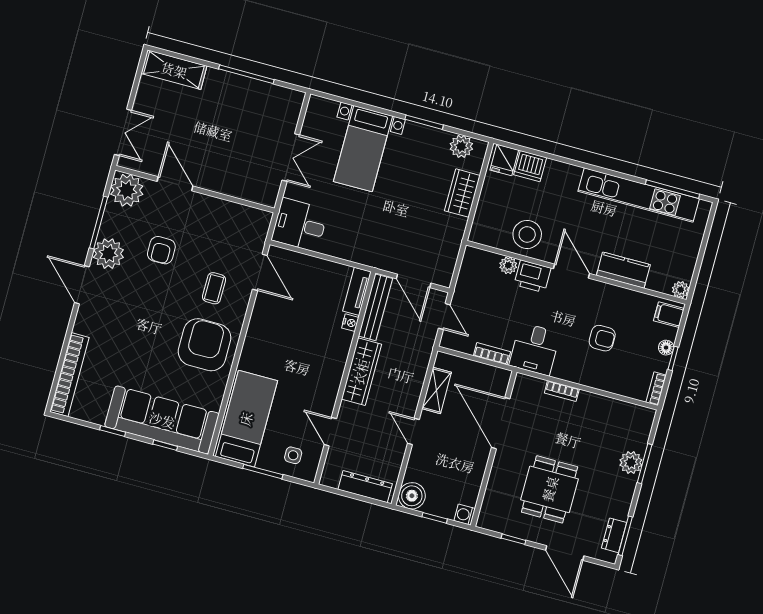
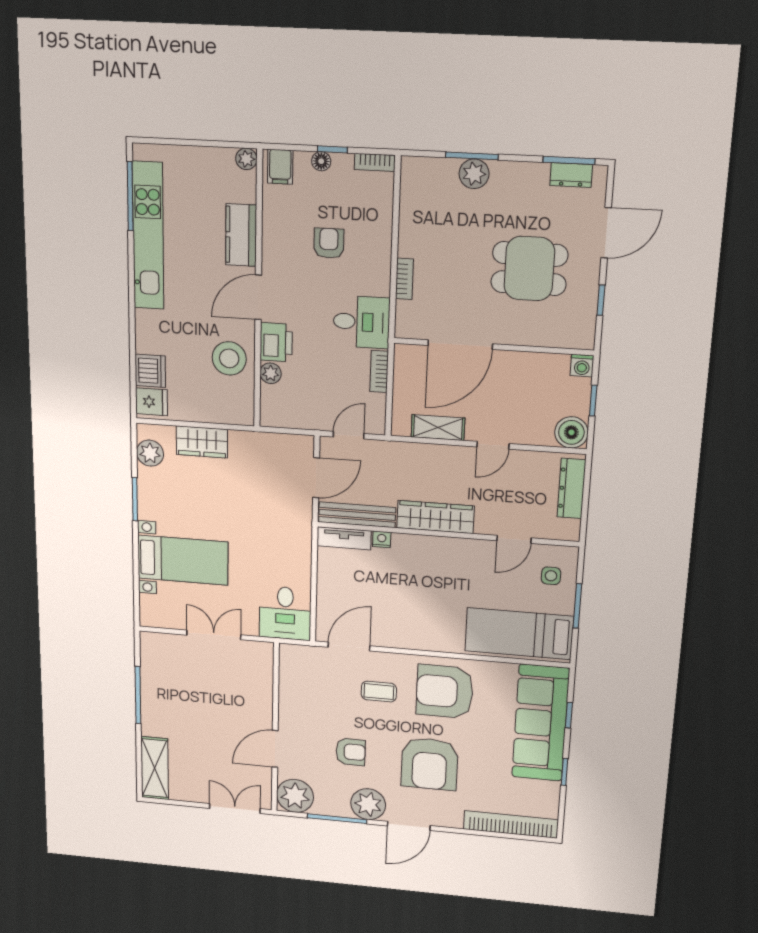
armchair: (139, 317) -> (429, 764), added

